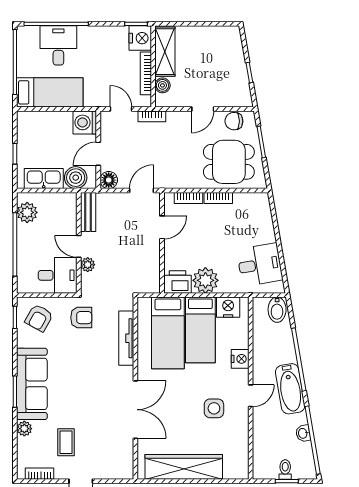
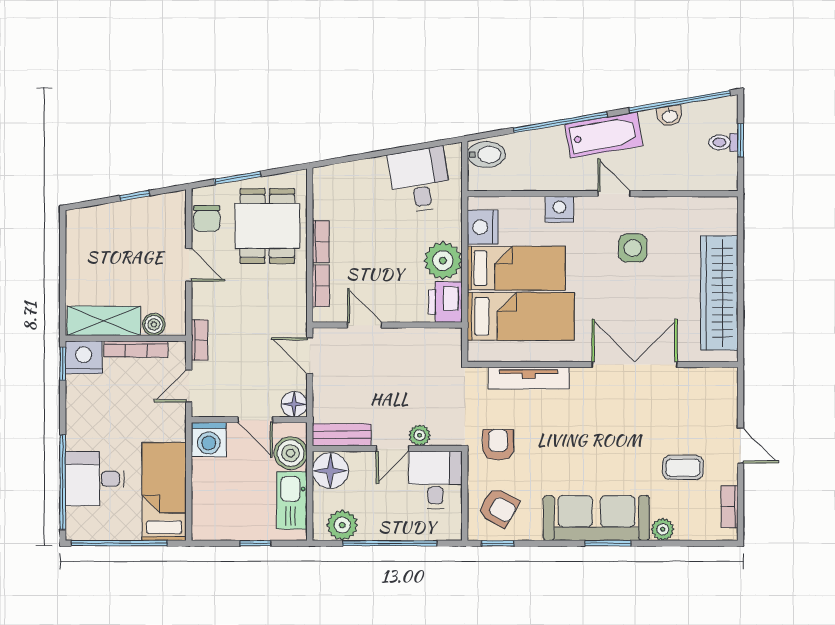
floor lamp: (64, 204) -> (330, 471), added

